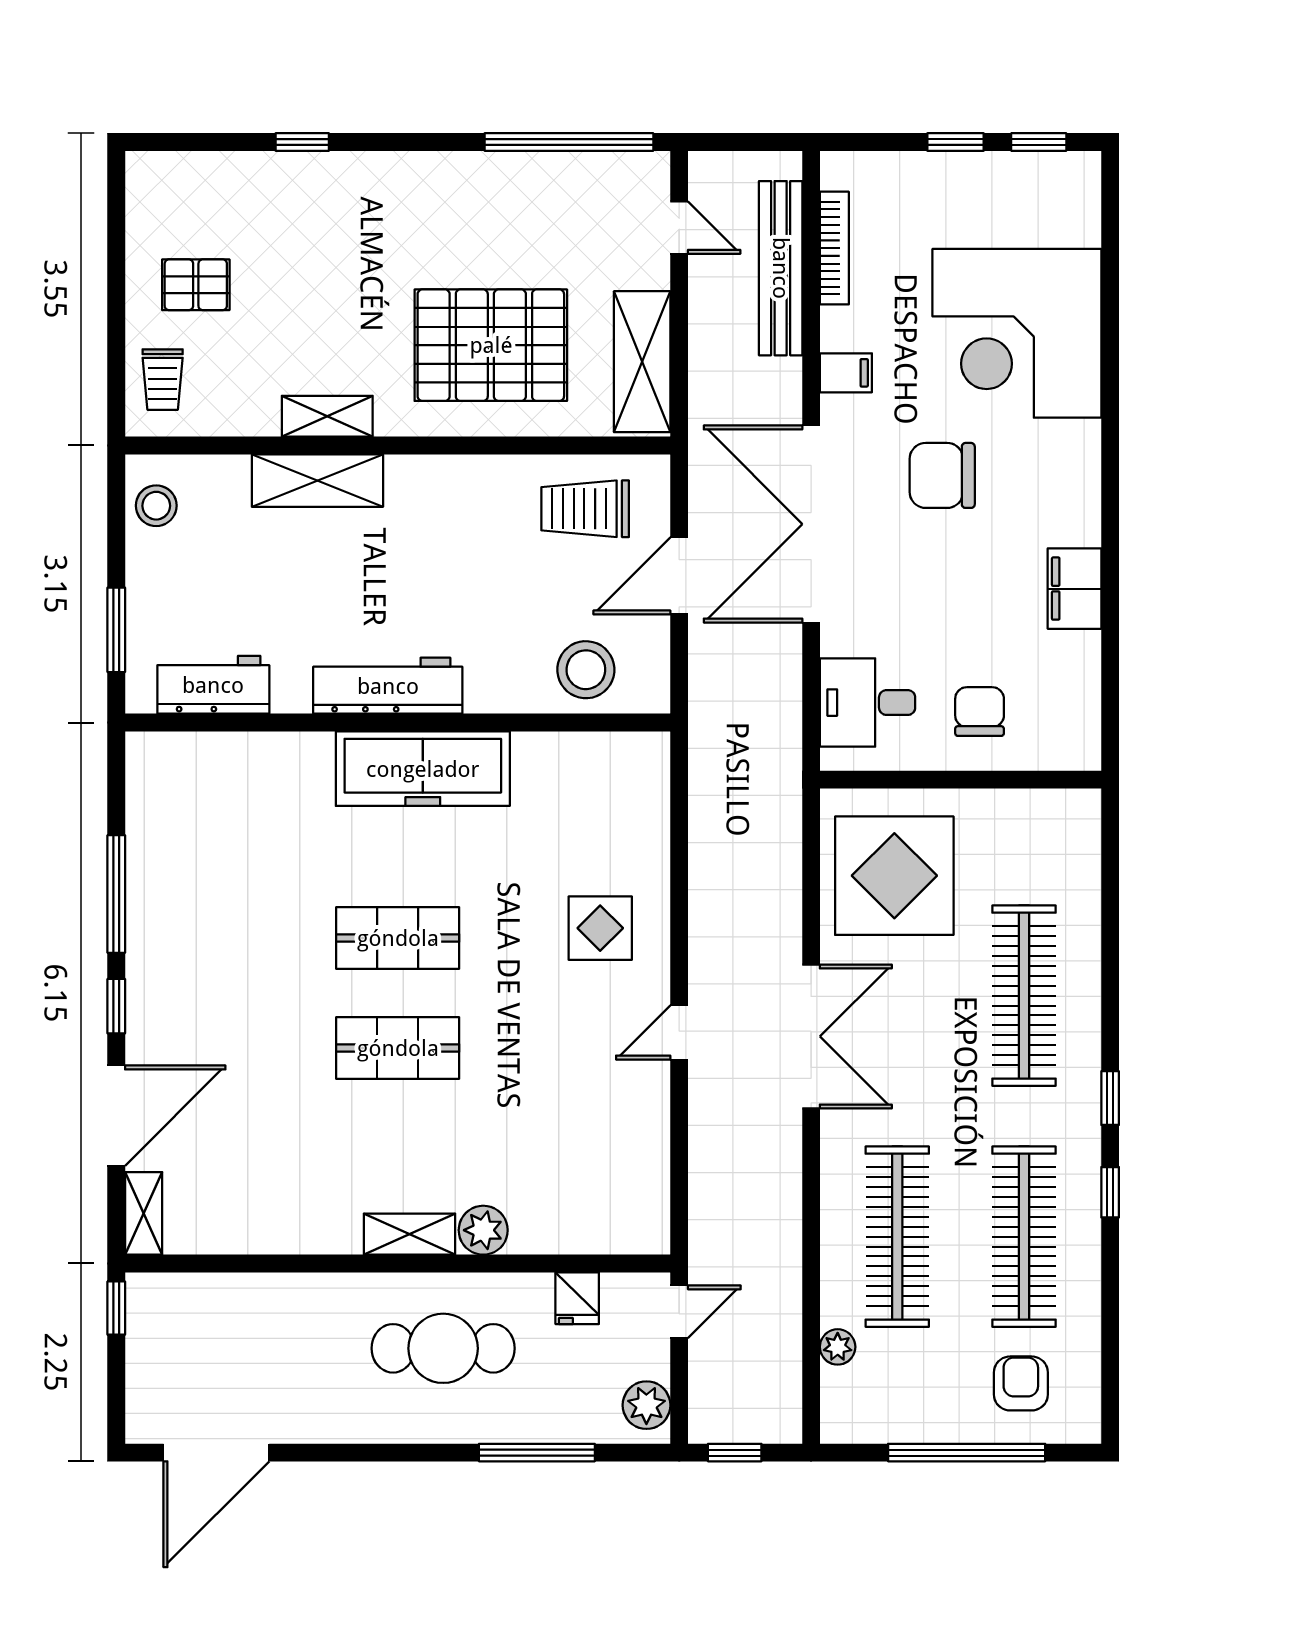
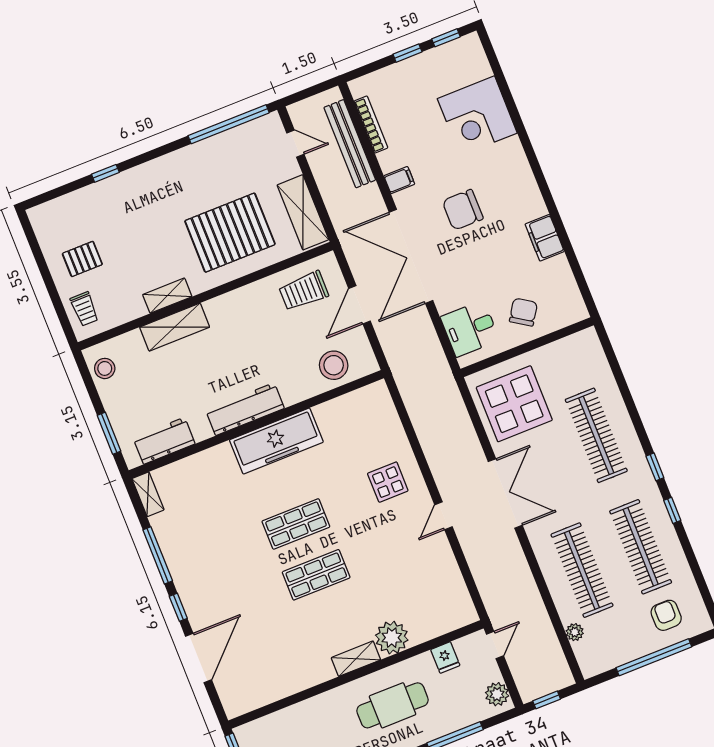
corner desk: (1017, 333) -> (477, 116), width x0.74, depth x0.74
chair: (980, 712) -> (523, 312), turned 33
shelving: (144, 1213) -> (148, 494), moved
plant: (483, 1230) -> (392, 638), width x1.36, depth x1.36

